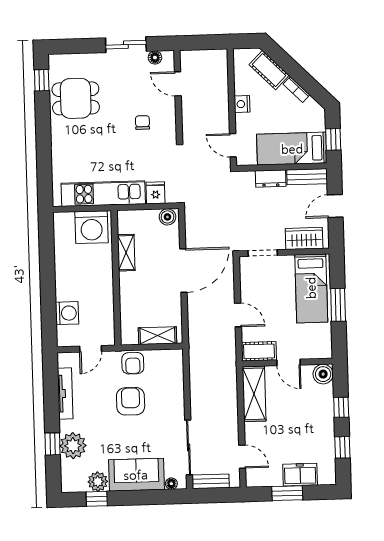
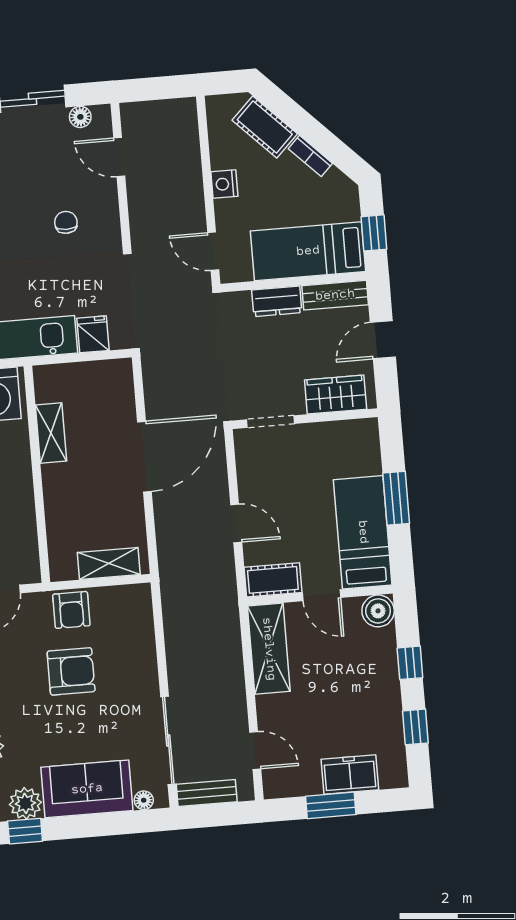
boiler: (167, 217) -> (114, 372), removed
bed: (311, 288) -> (363, 532), moved, turned 180
armchair: (131, 401) -> (71, 671), turned 90

